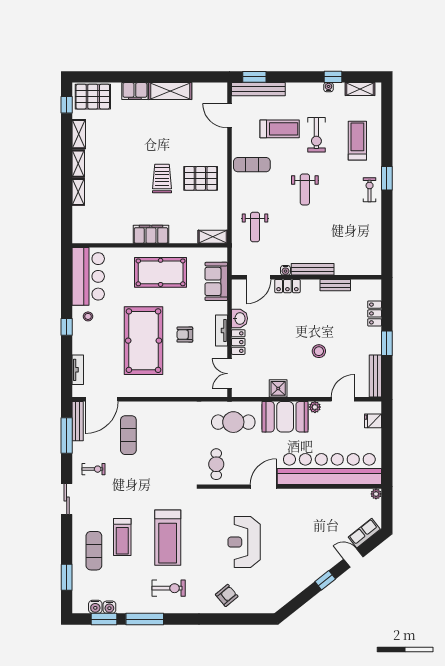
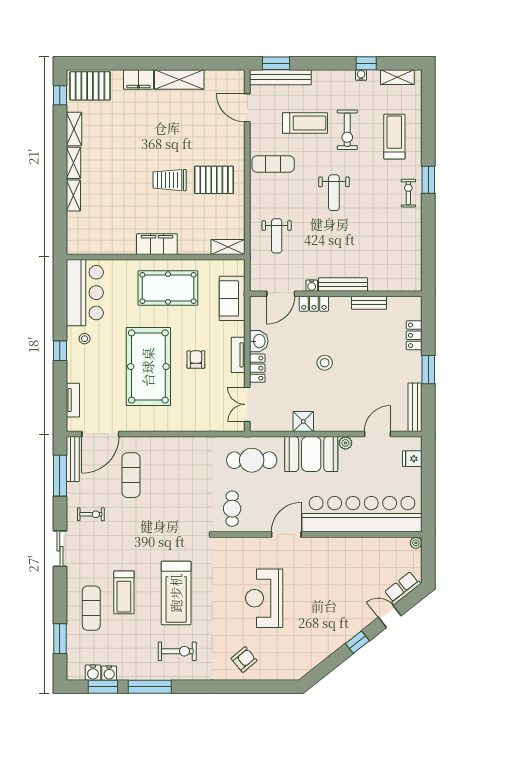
trolley: (162, 179) -> (170, 180), turned -90
armchair: (185, 335) -> (196, 360), turned 90
stool: (319, 351) -> (325, 363), moved

